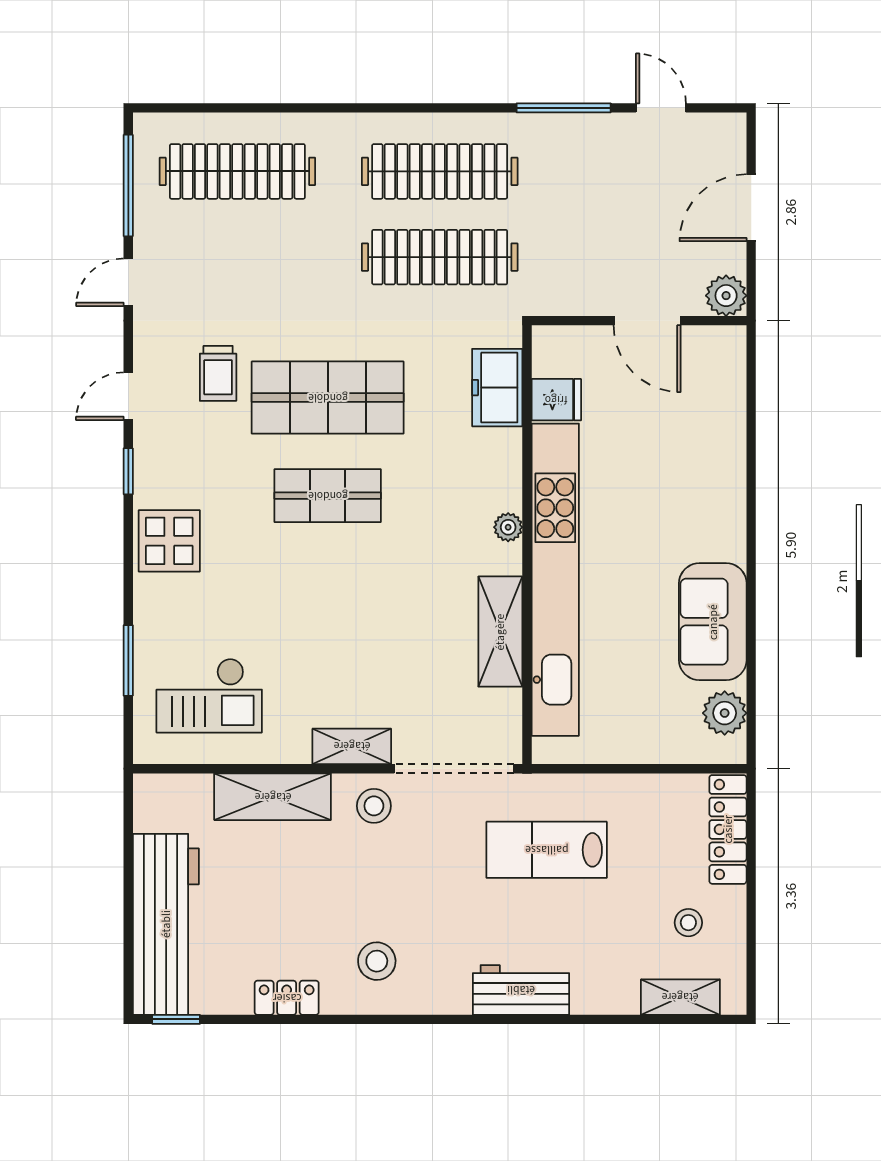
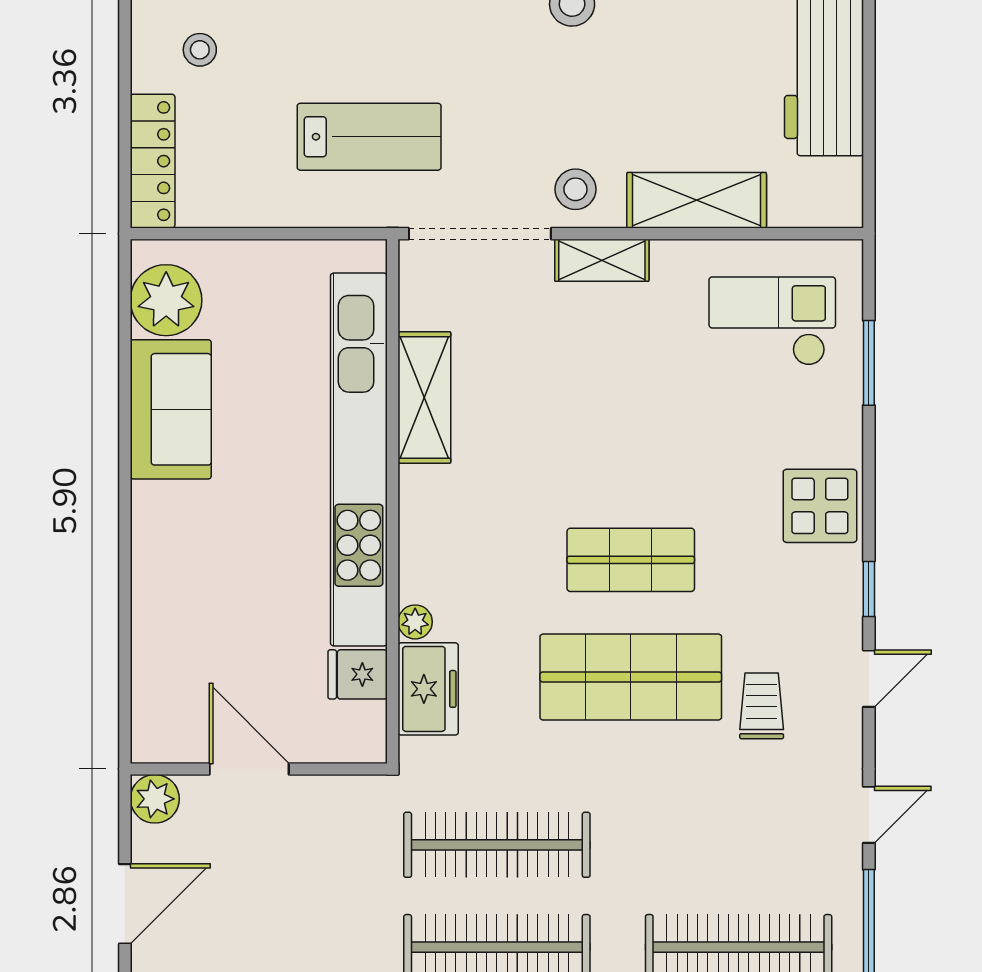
plant: (508, 527) -> (415, 622), moved
plant: (725, 713) -> (166, 300), width x1.36, depth x1.36

